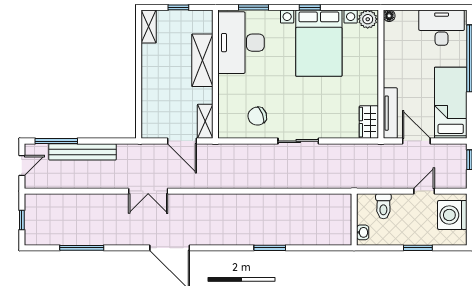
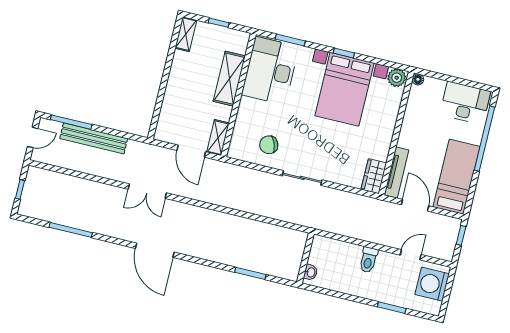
wall: (354, 219) -> (305, 258), moved
washbasin: (363, 232) -> (311, 272), moved

